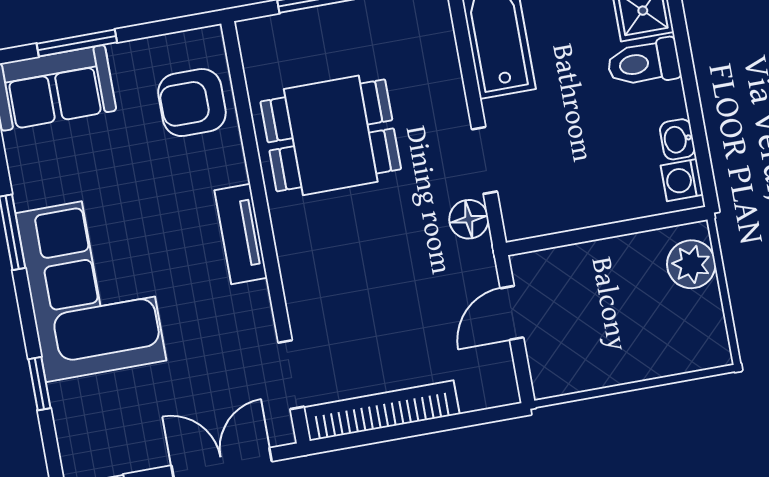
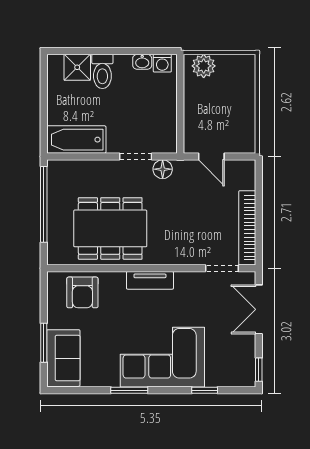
dining table: (331, 135) -> (110, 228), width x1.38

